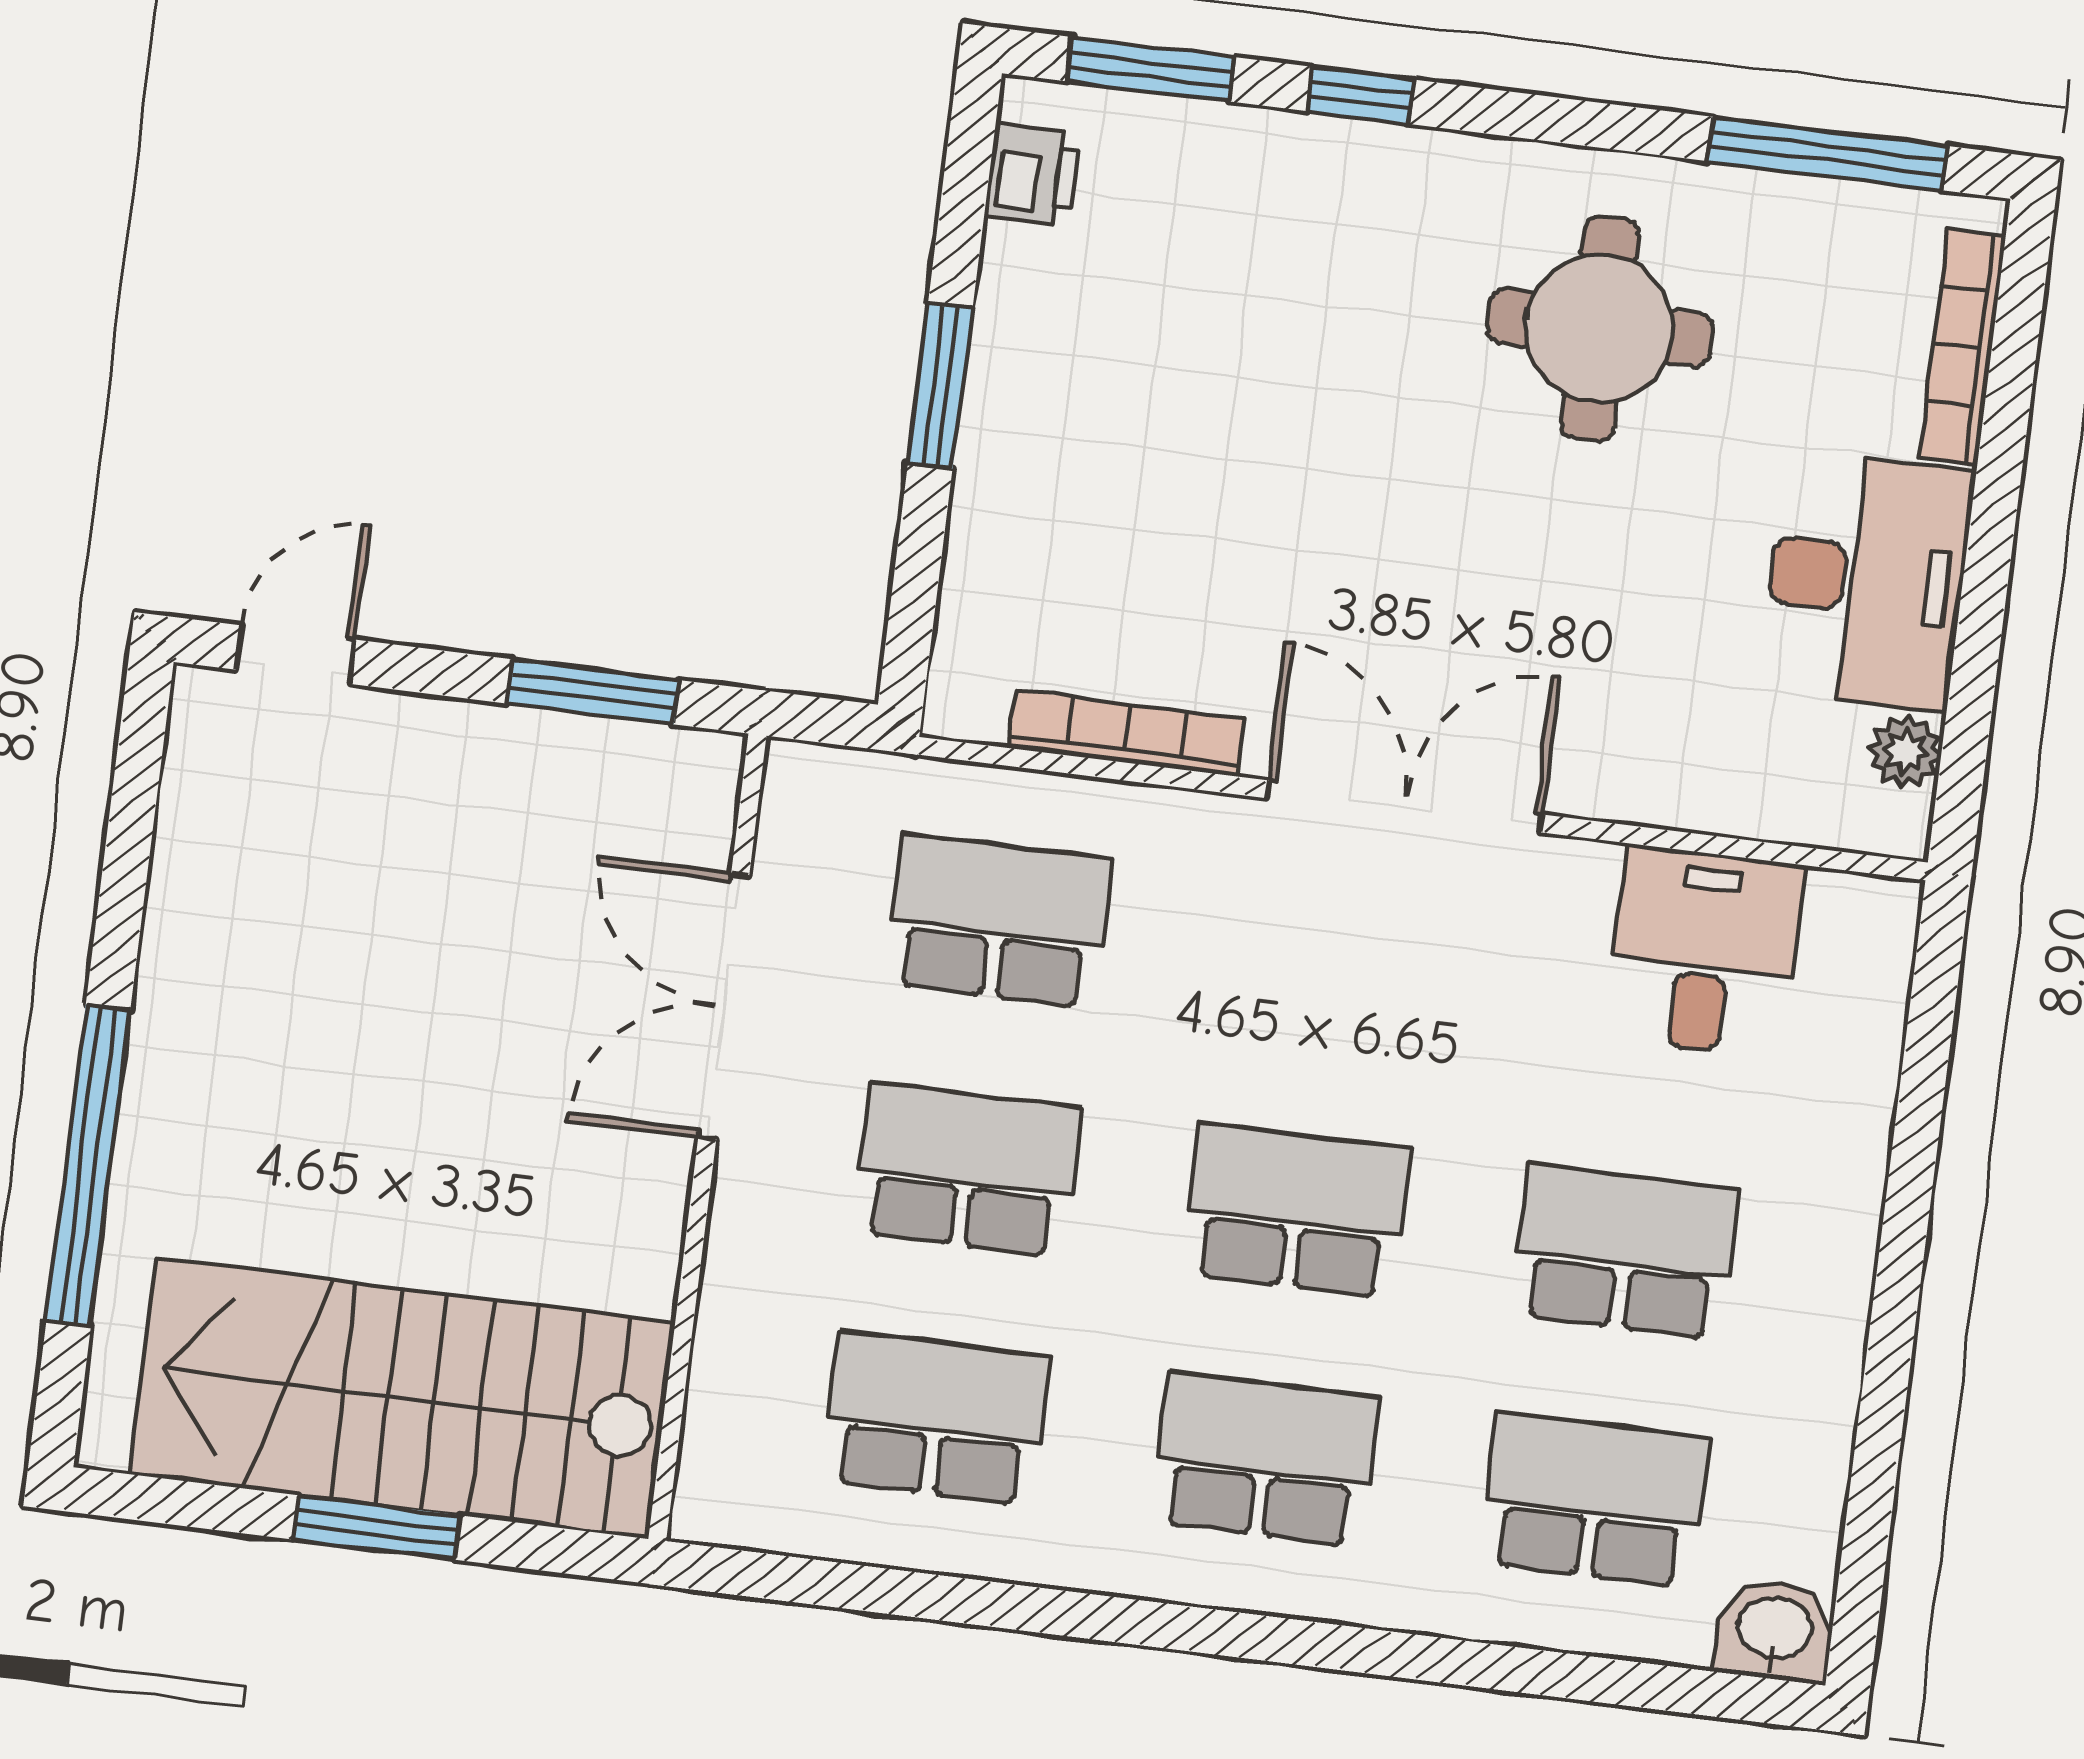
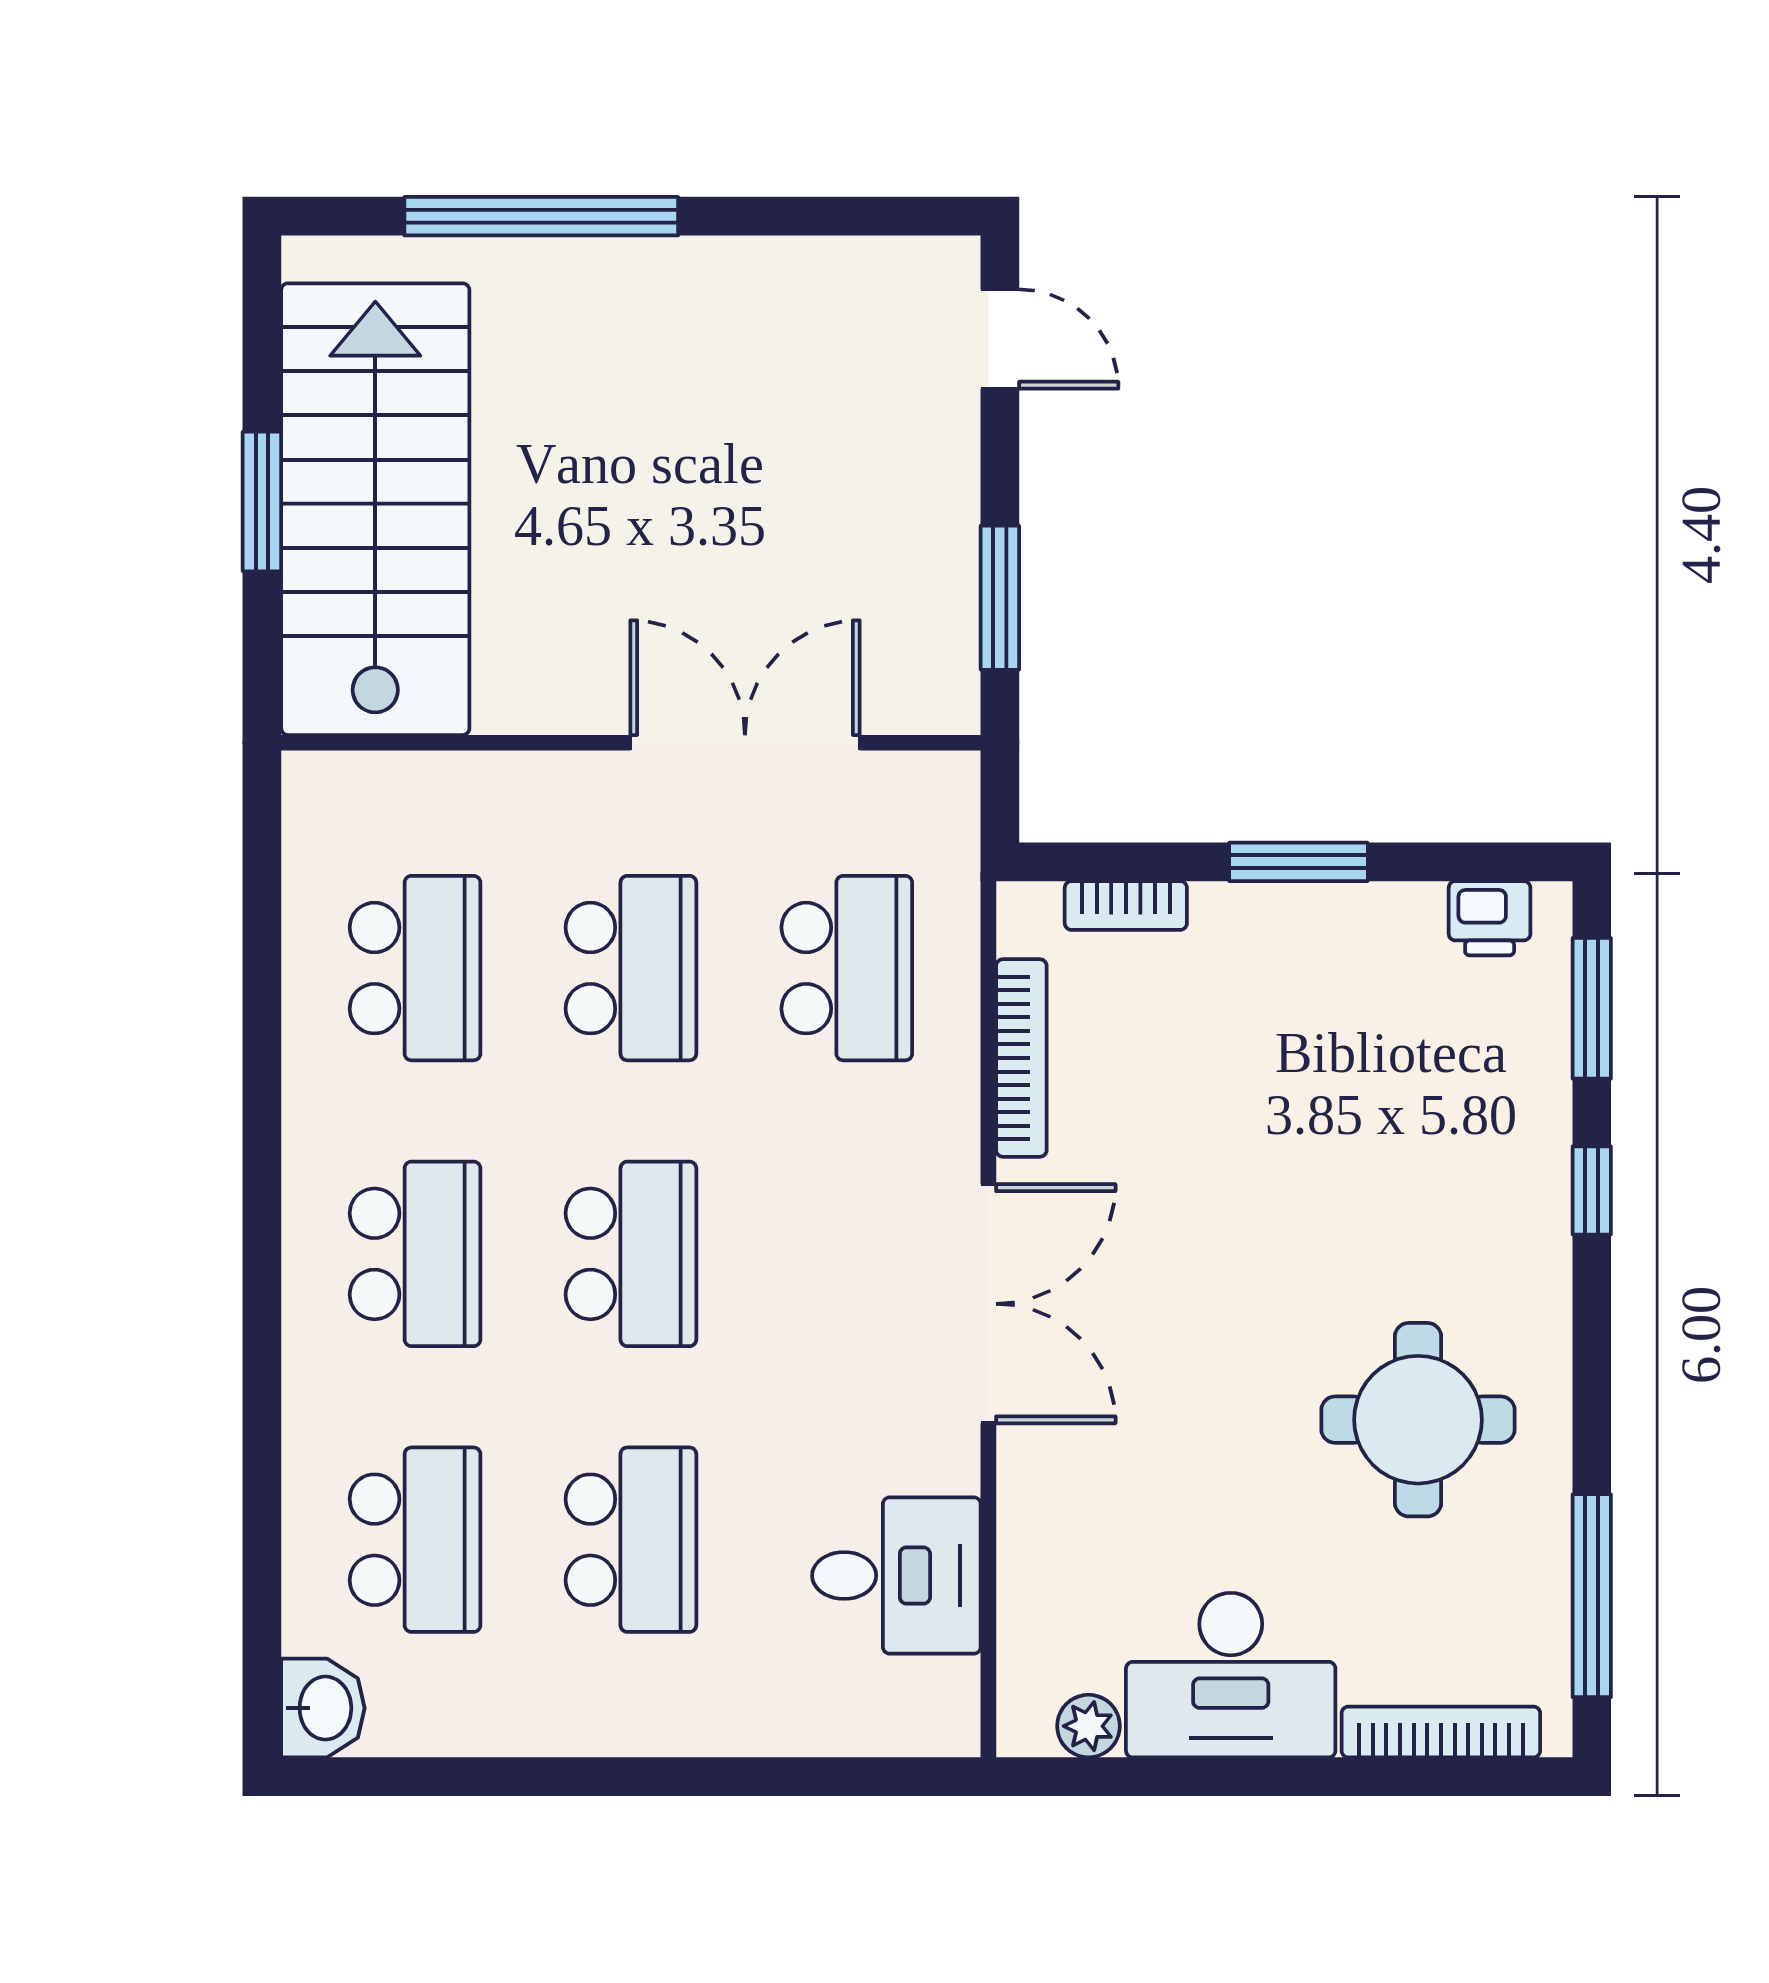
bookcase: (966, 591) -> (1126, 905), added

